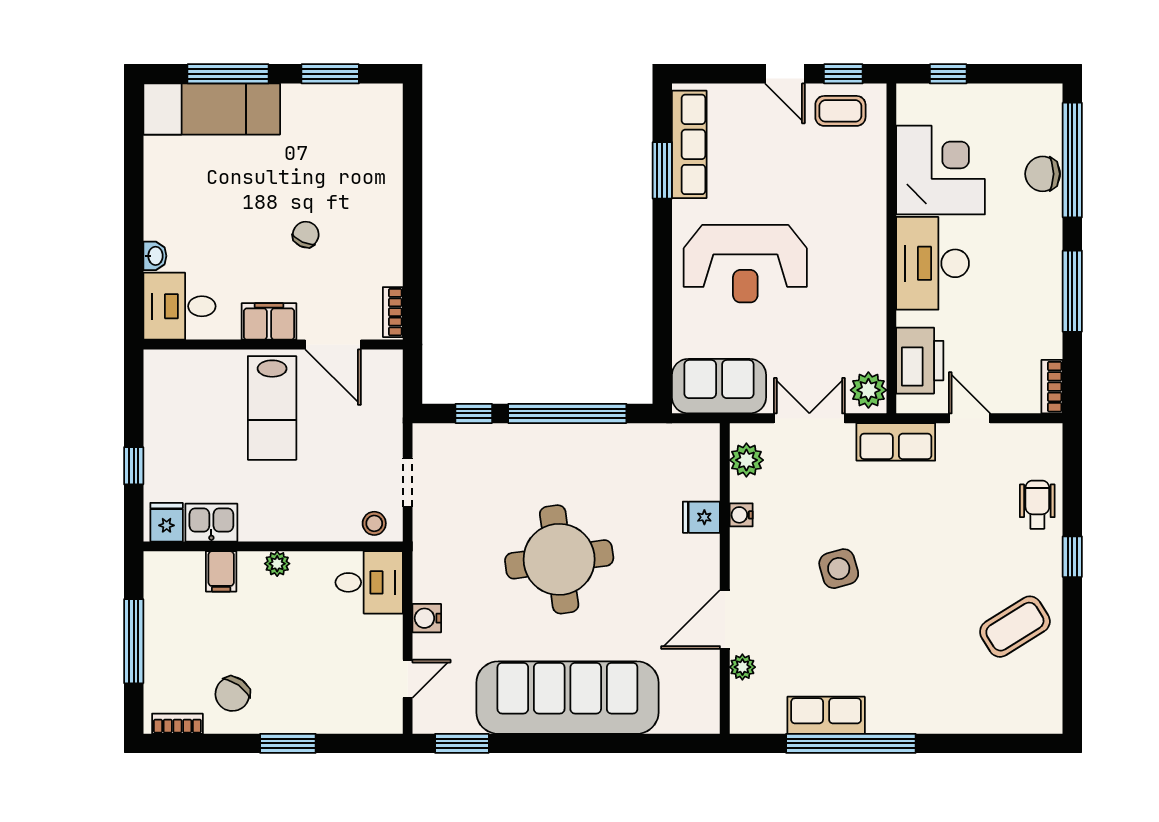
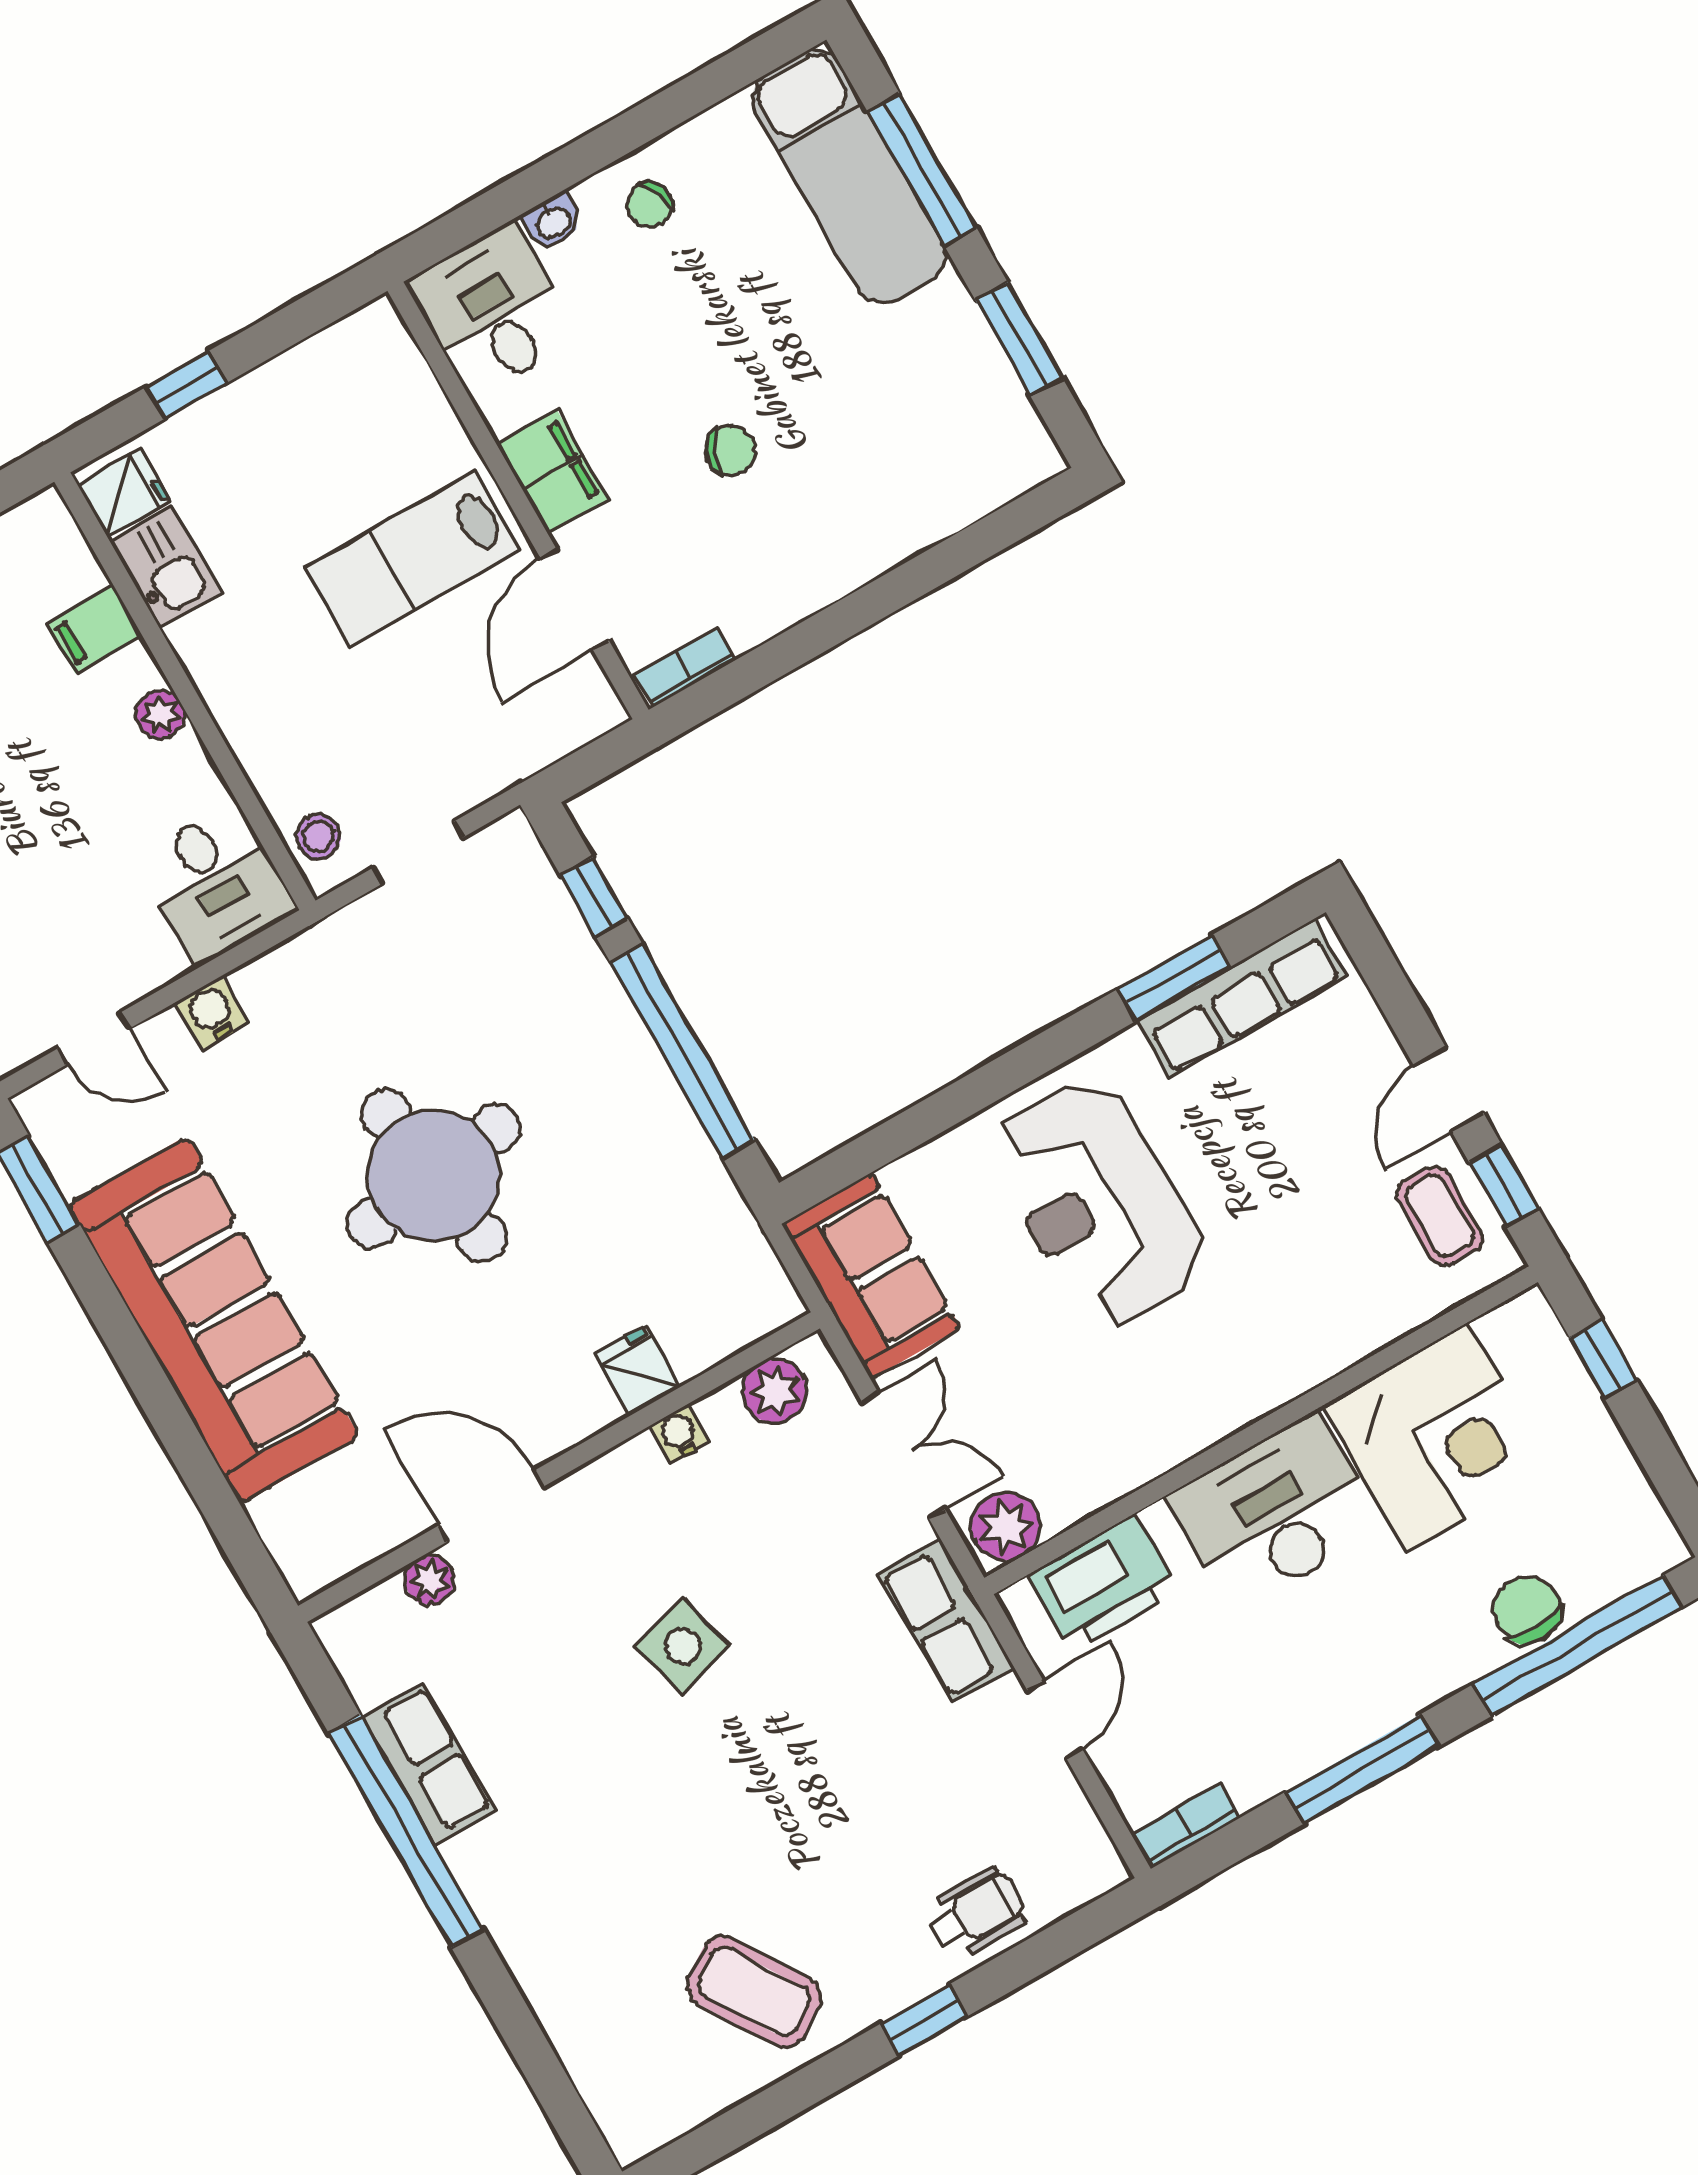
chair: (173, 207) -> (650, 205), added

